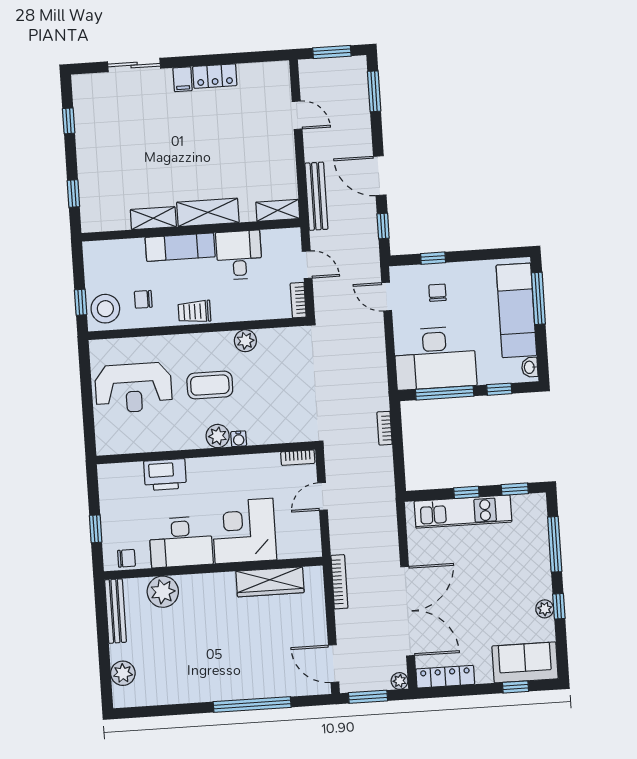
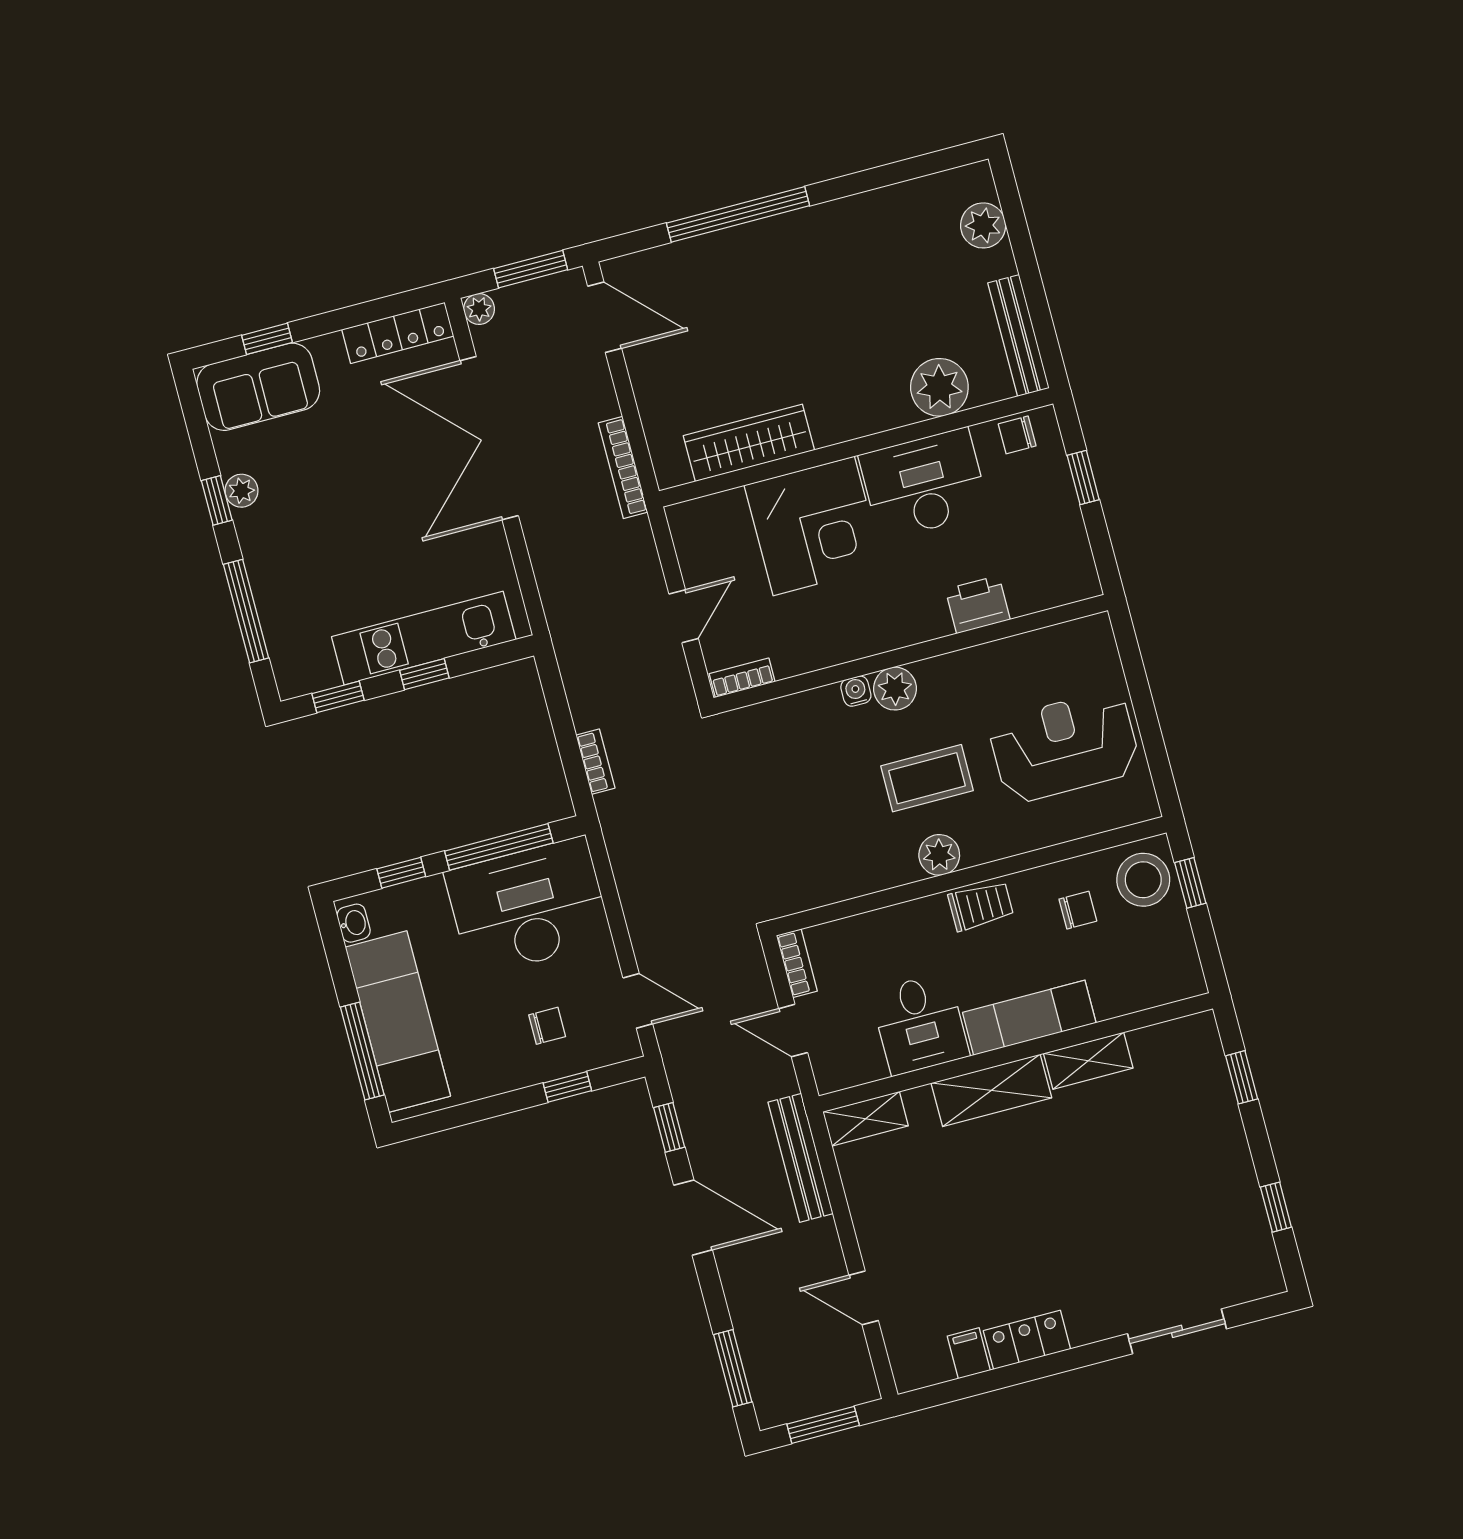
filing cabinet: (183, 79) -> (969, 1353), moved
chair: (437, 293) -> (547, 1026), turned -90
plant: (245, 341) -> (939, 855), moved
printer: (165, 475) -> (978, 604), width x0.73, depth x0.84

